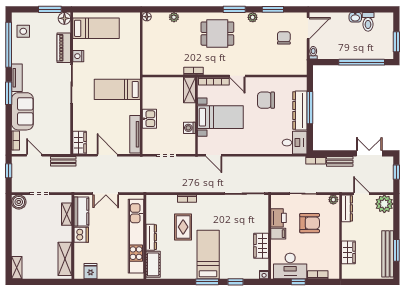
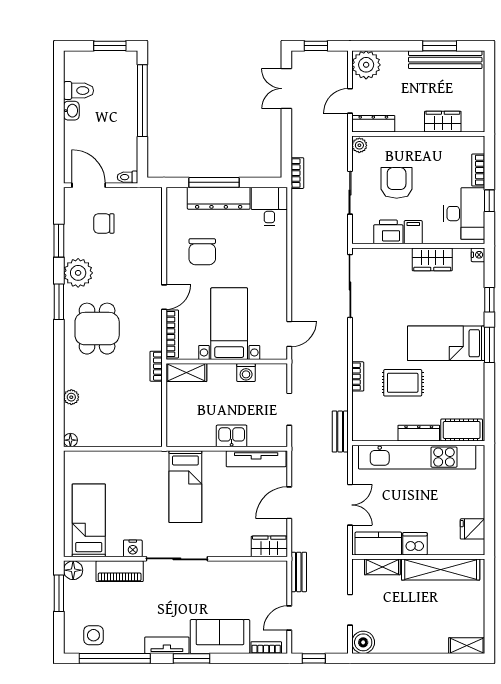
plant: (253, 17) -> (78, 273), width x1.88, depth x1.88
bench: (340, 161) -> (340, 432), moved
shelving: (65, 259) -> (441, 569), width x1.47

